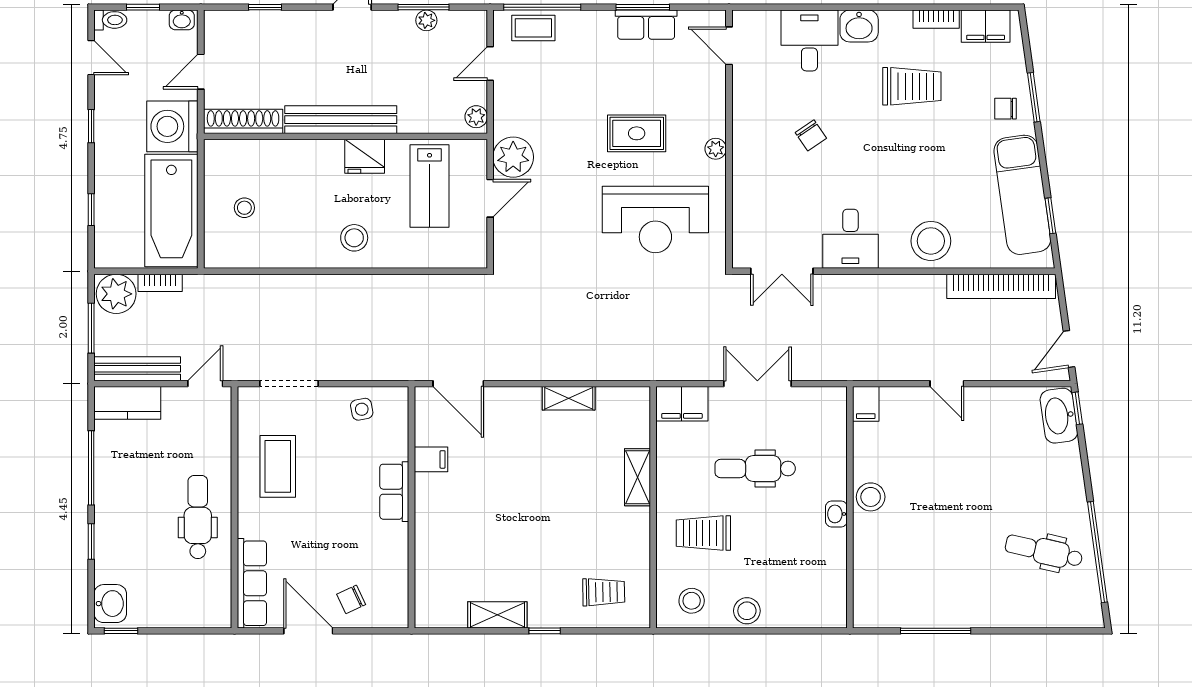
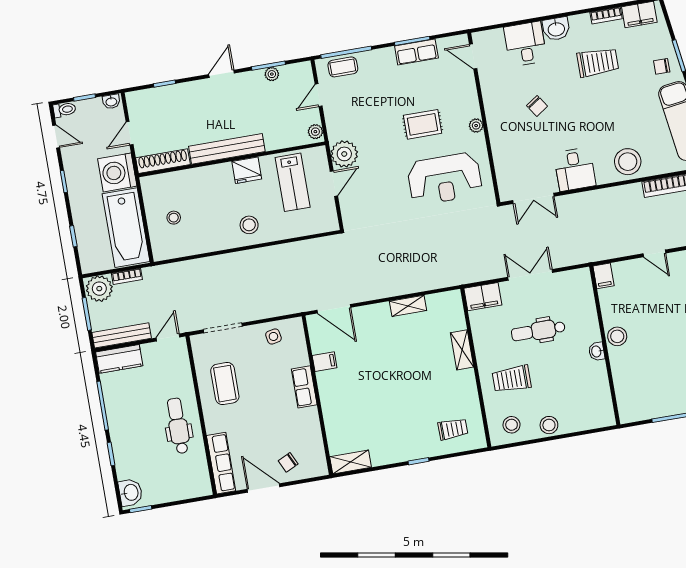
shelving: (497, 615) -> (351, 462), moved

